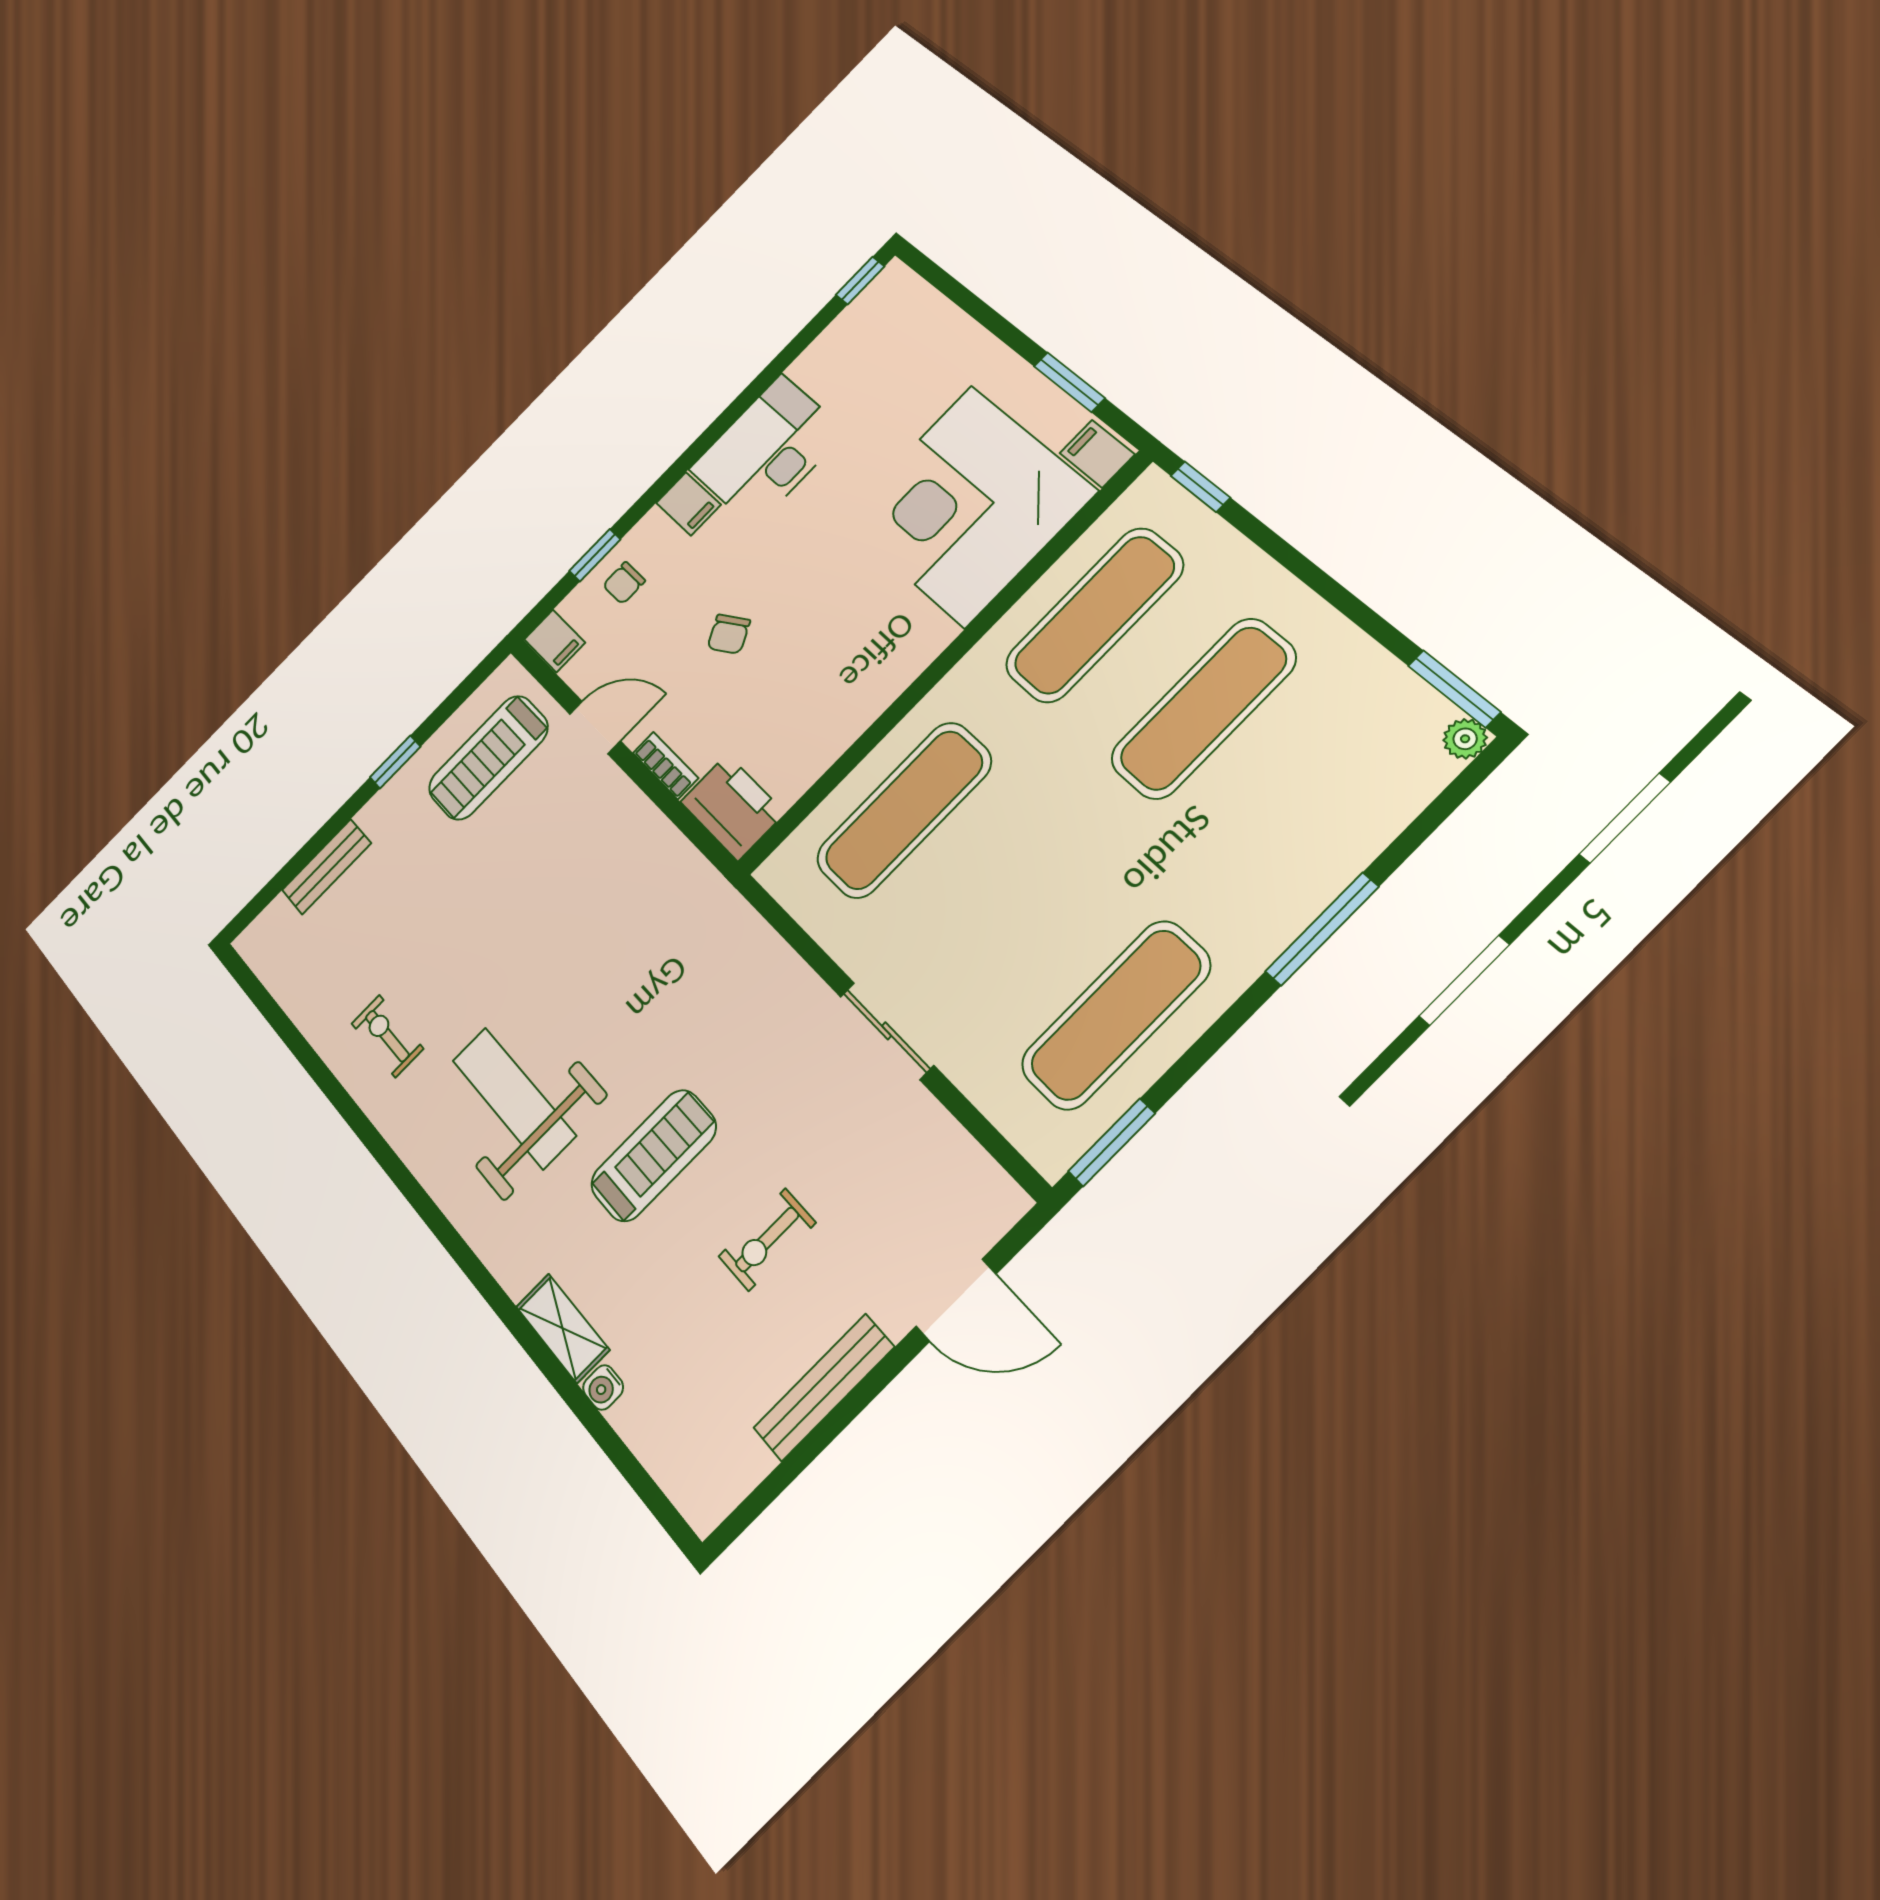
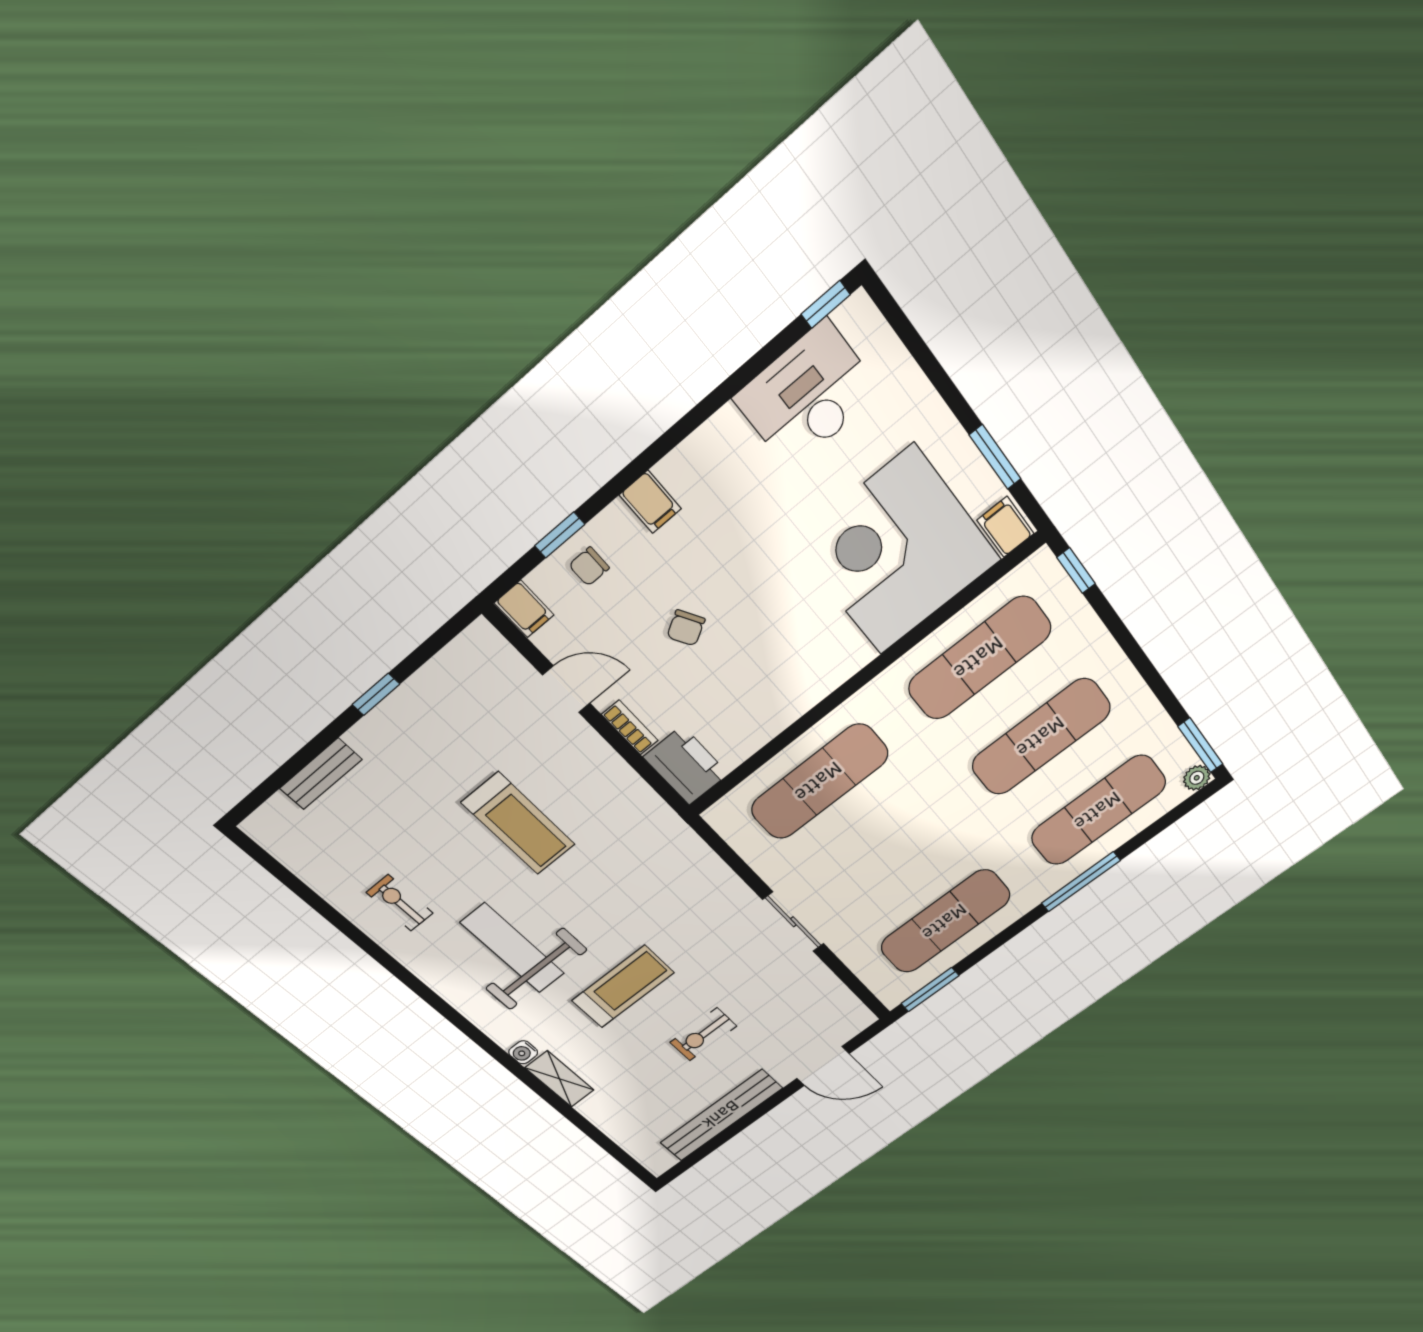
desk: (768, 451) -> (808, 396), moved
treadmill: (488, 758) -> (518, 824), moved, turned -90
exercise mat: (1319, 808) -> (1098, 811), added
water cooler: (603, 1387) -> (523, 1052), moved
bench: (824, 1387) -> (721, 1115), width x1.37, depth x1.21

